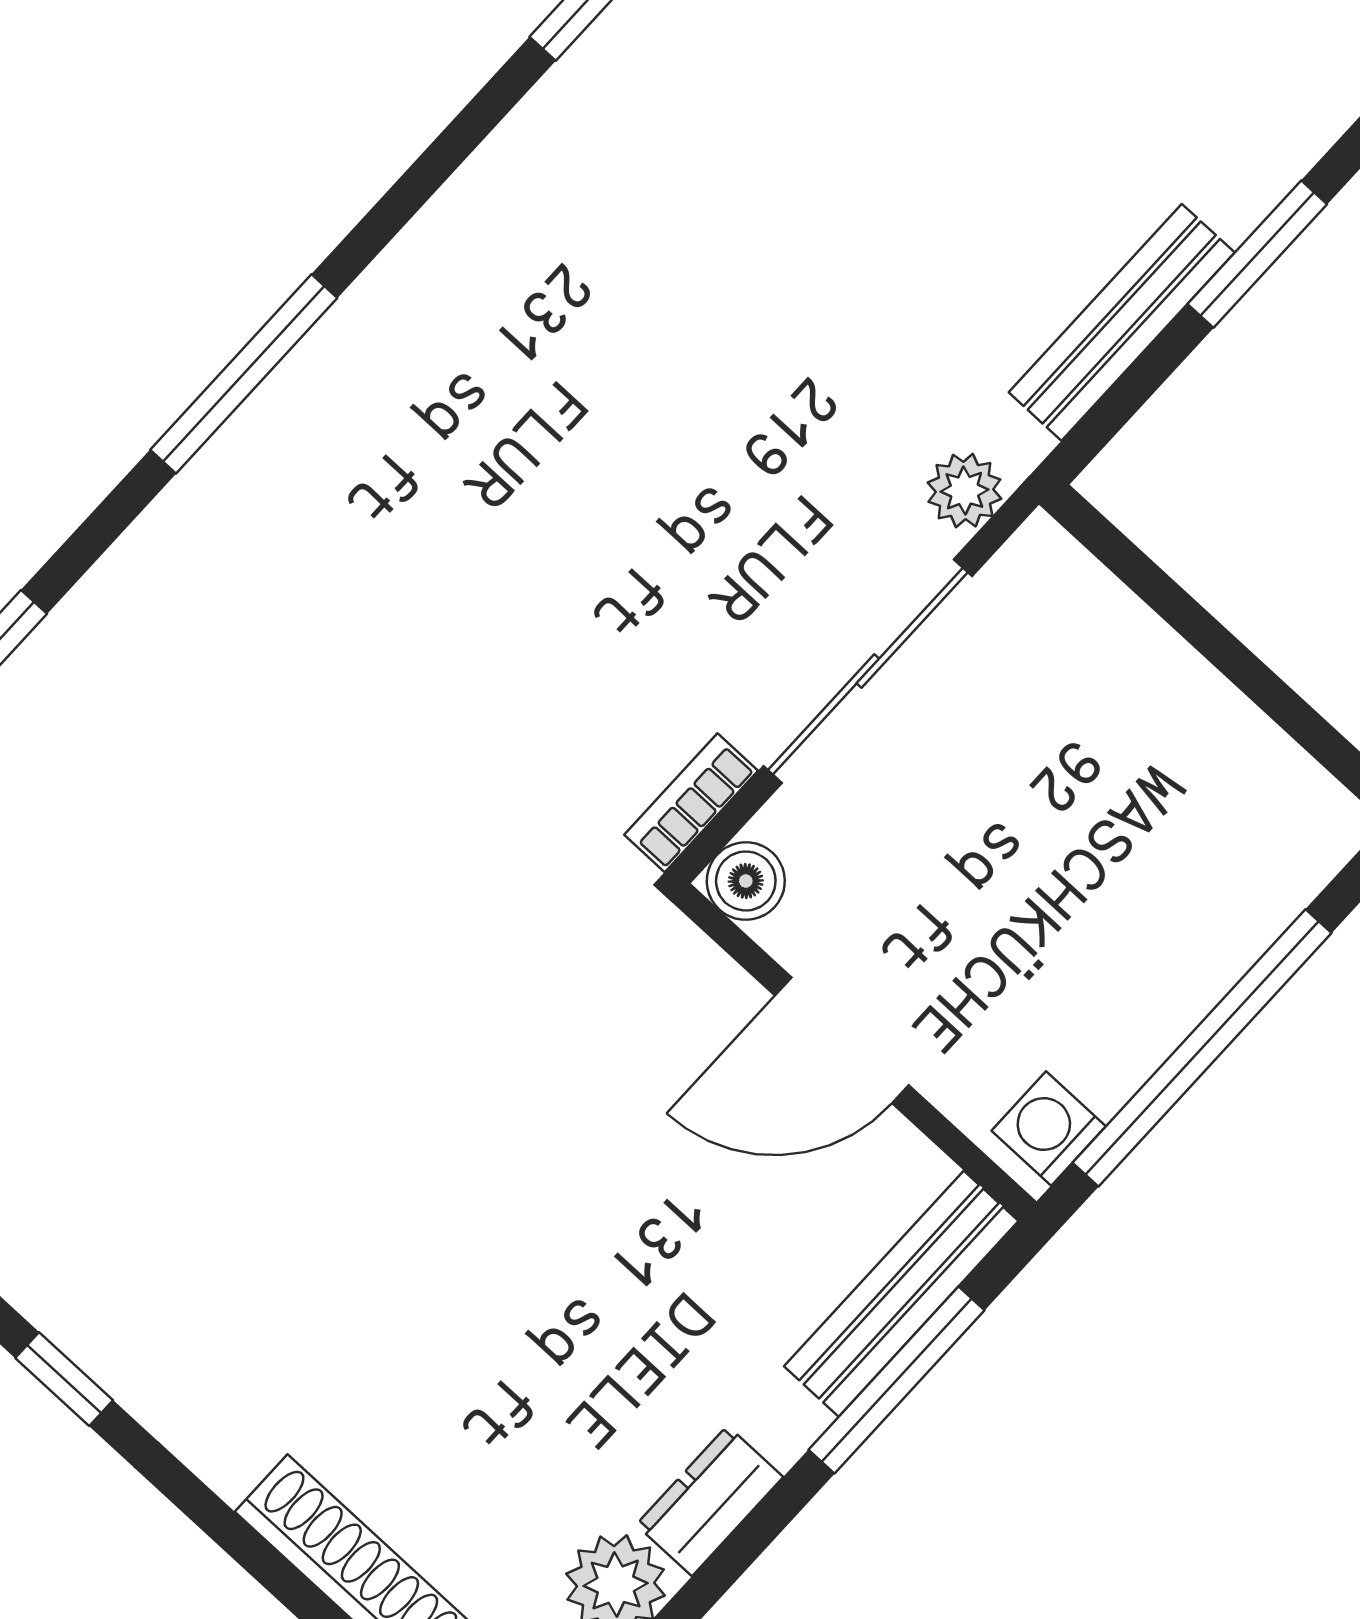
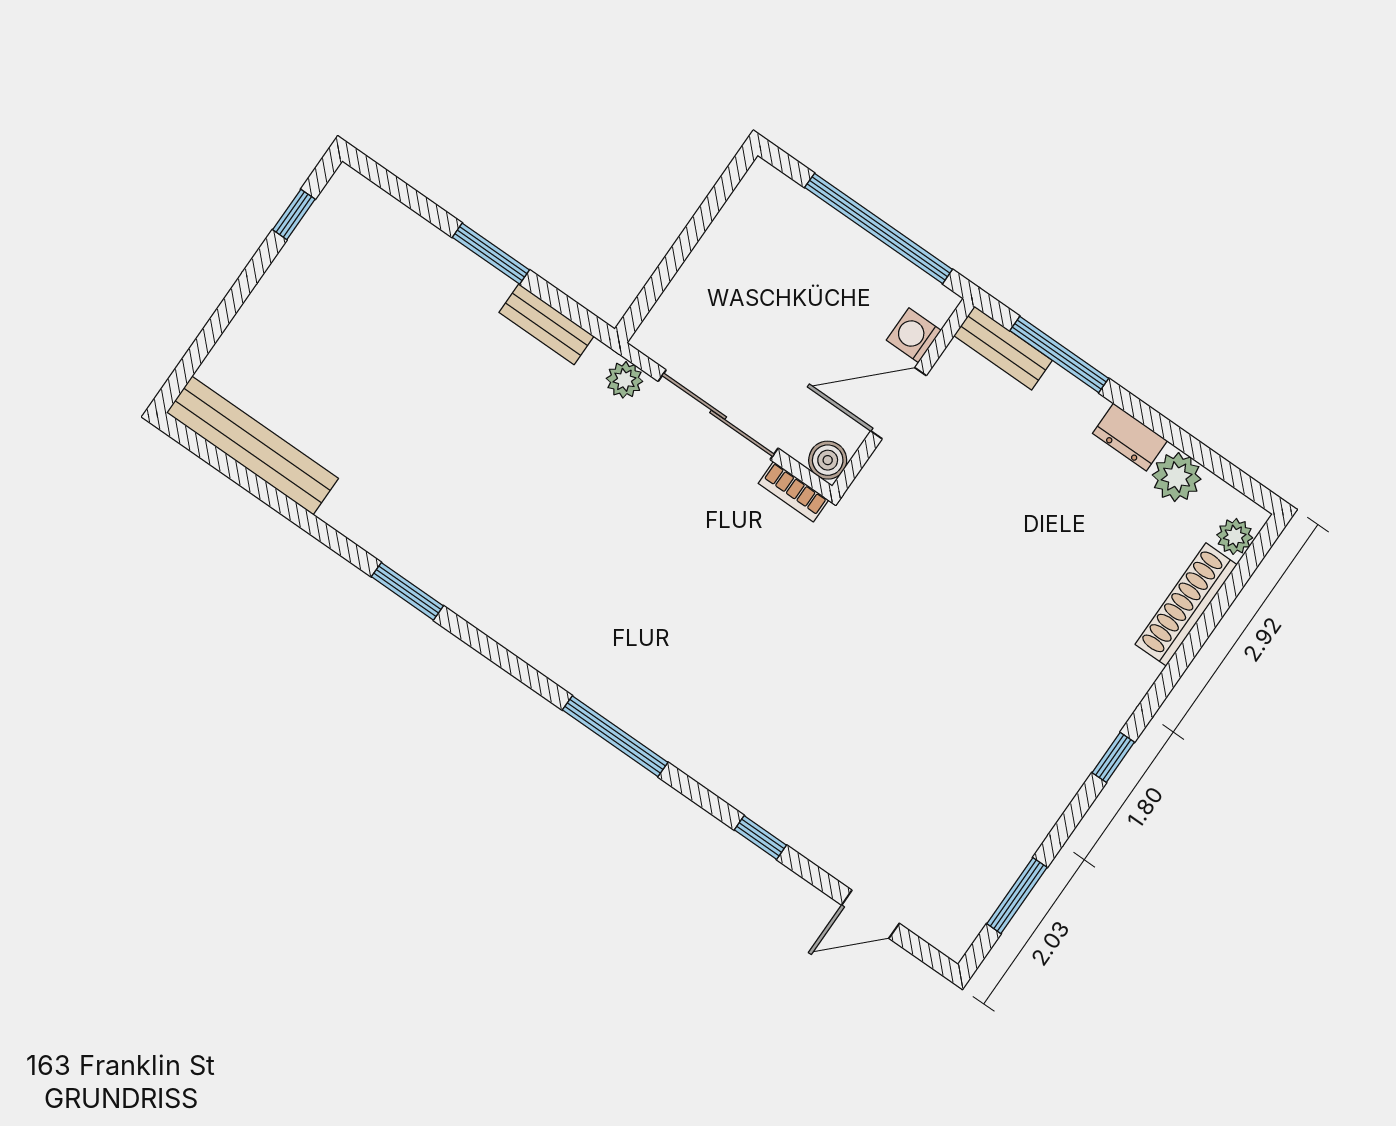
bench: (1122, 322) -> (547, 324), width x0.73
door: (842, 1040) -> (898, 403), swing flipped
washing machine: (1049, 1128) -> (914, 335), moved, turned 90
bench: (901, 1294) -> (1003, 348), width x0.73

